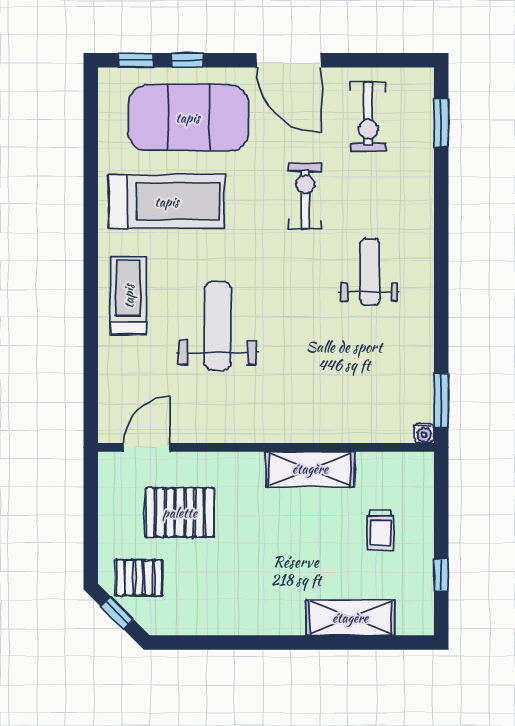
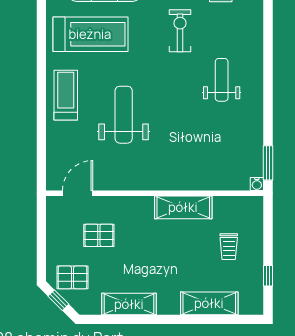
pallet: (180, 513) -> (99, 235), width x0.67, depth x0.71
shelving: (226, 619) -> (129, 304), added

